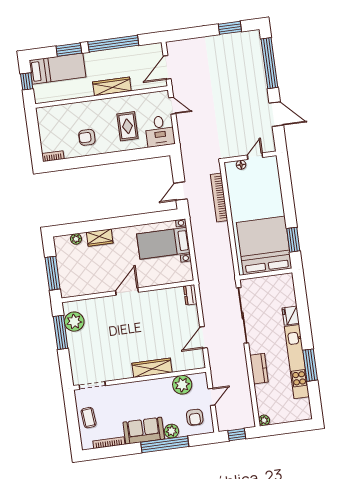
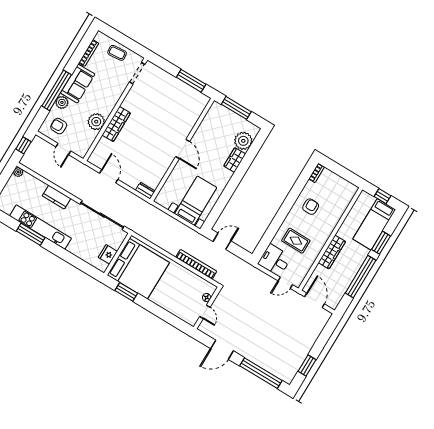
door: (180, 191) -> (222, 241), hinge flipped
plant: (76, 239) -> (243, 141), width x1.87, depth x1.87
fridge: (291, 316) -> (108, 254), moved, turned -90
plant: (74, 322) -> (191, 96), removed
plant: (182, 385) -> (96, 122), moved

